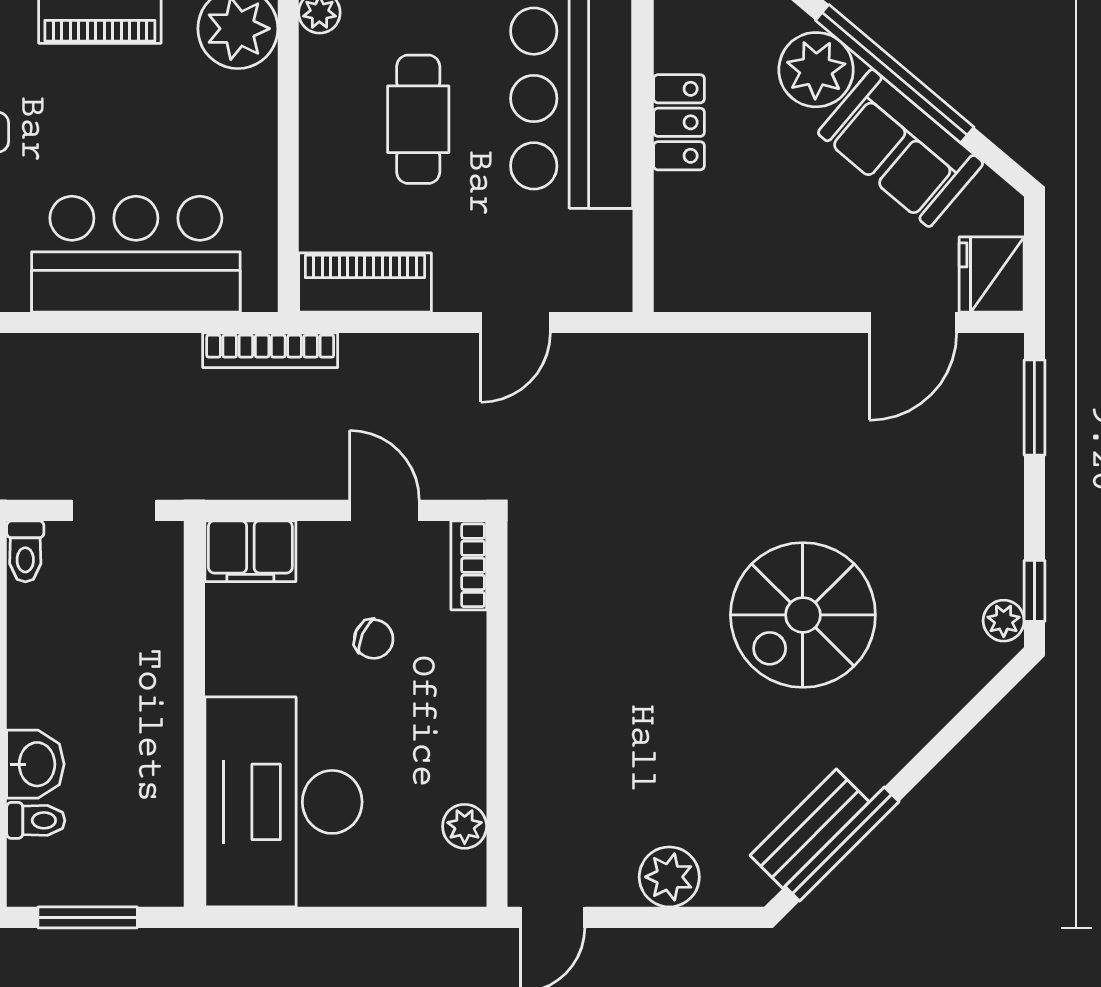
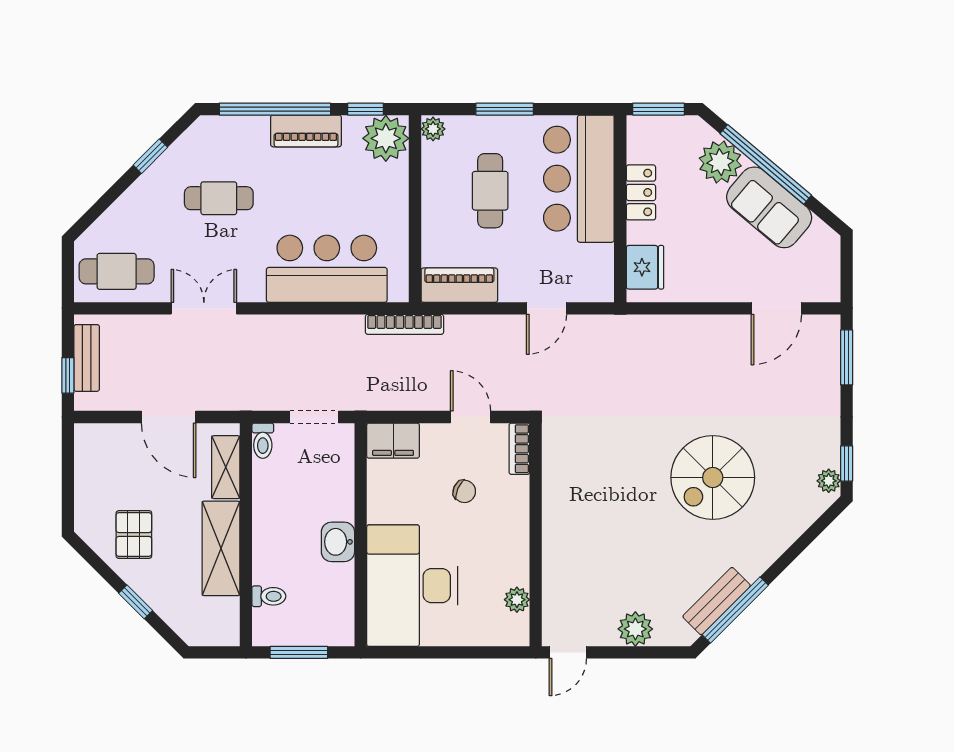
fridge: (992, 274) -> (645, 267), moved, turned 180
washbasin: (35, 764) -> (338, 542), moved, turned 180

